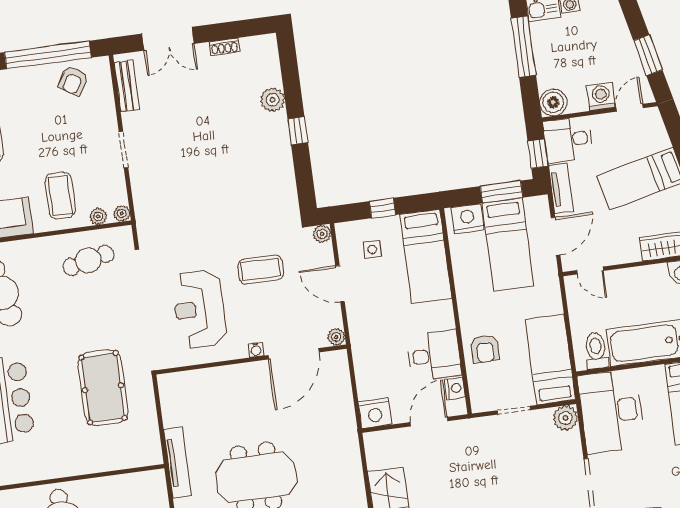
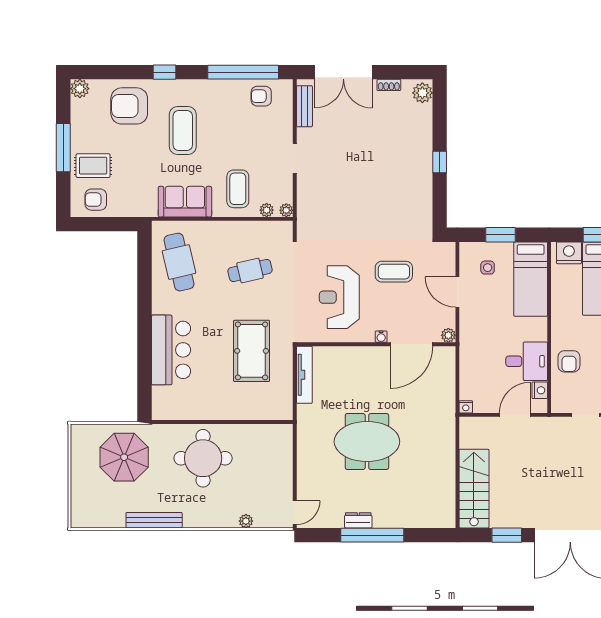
double door: (168, 39) -> (343, 72), width x1.37
armchair: (73, 81) -> (261, 96), turned 59
plant: (273, 100) -> (422, 93), moved
window: (382, 208) -> (501, 235), width x1.50
plant: (322, 234) -> (448, 249), removed
cafe table: (88, 260) -> (250, 270), moved
nightstand: (375, 413) -> (466, 407), width x0.53, depth x0.56
tv unit: (177, 462) -> (304, 375), moved

